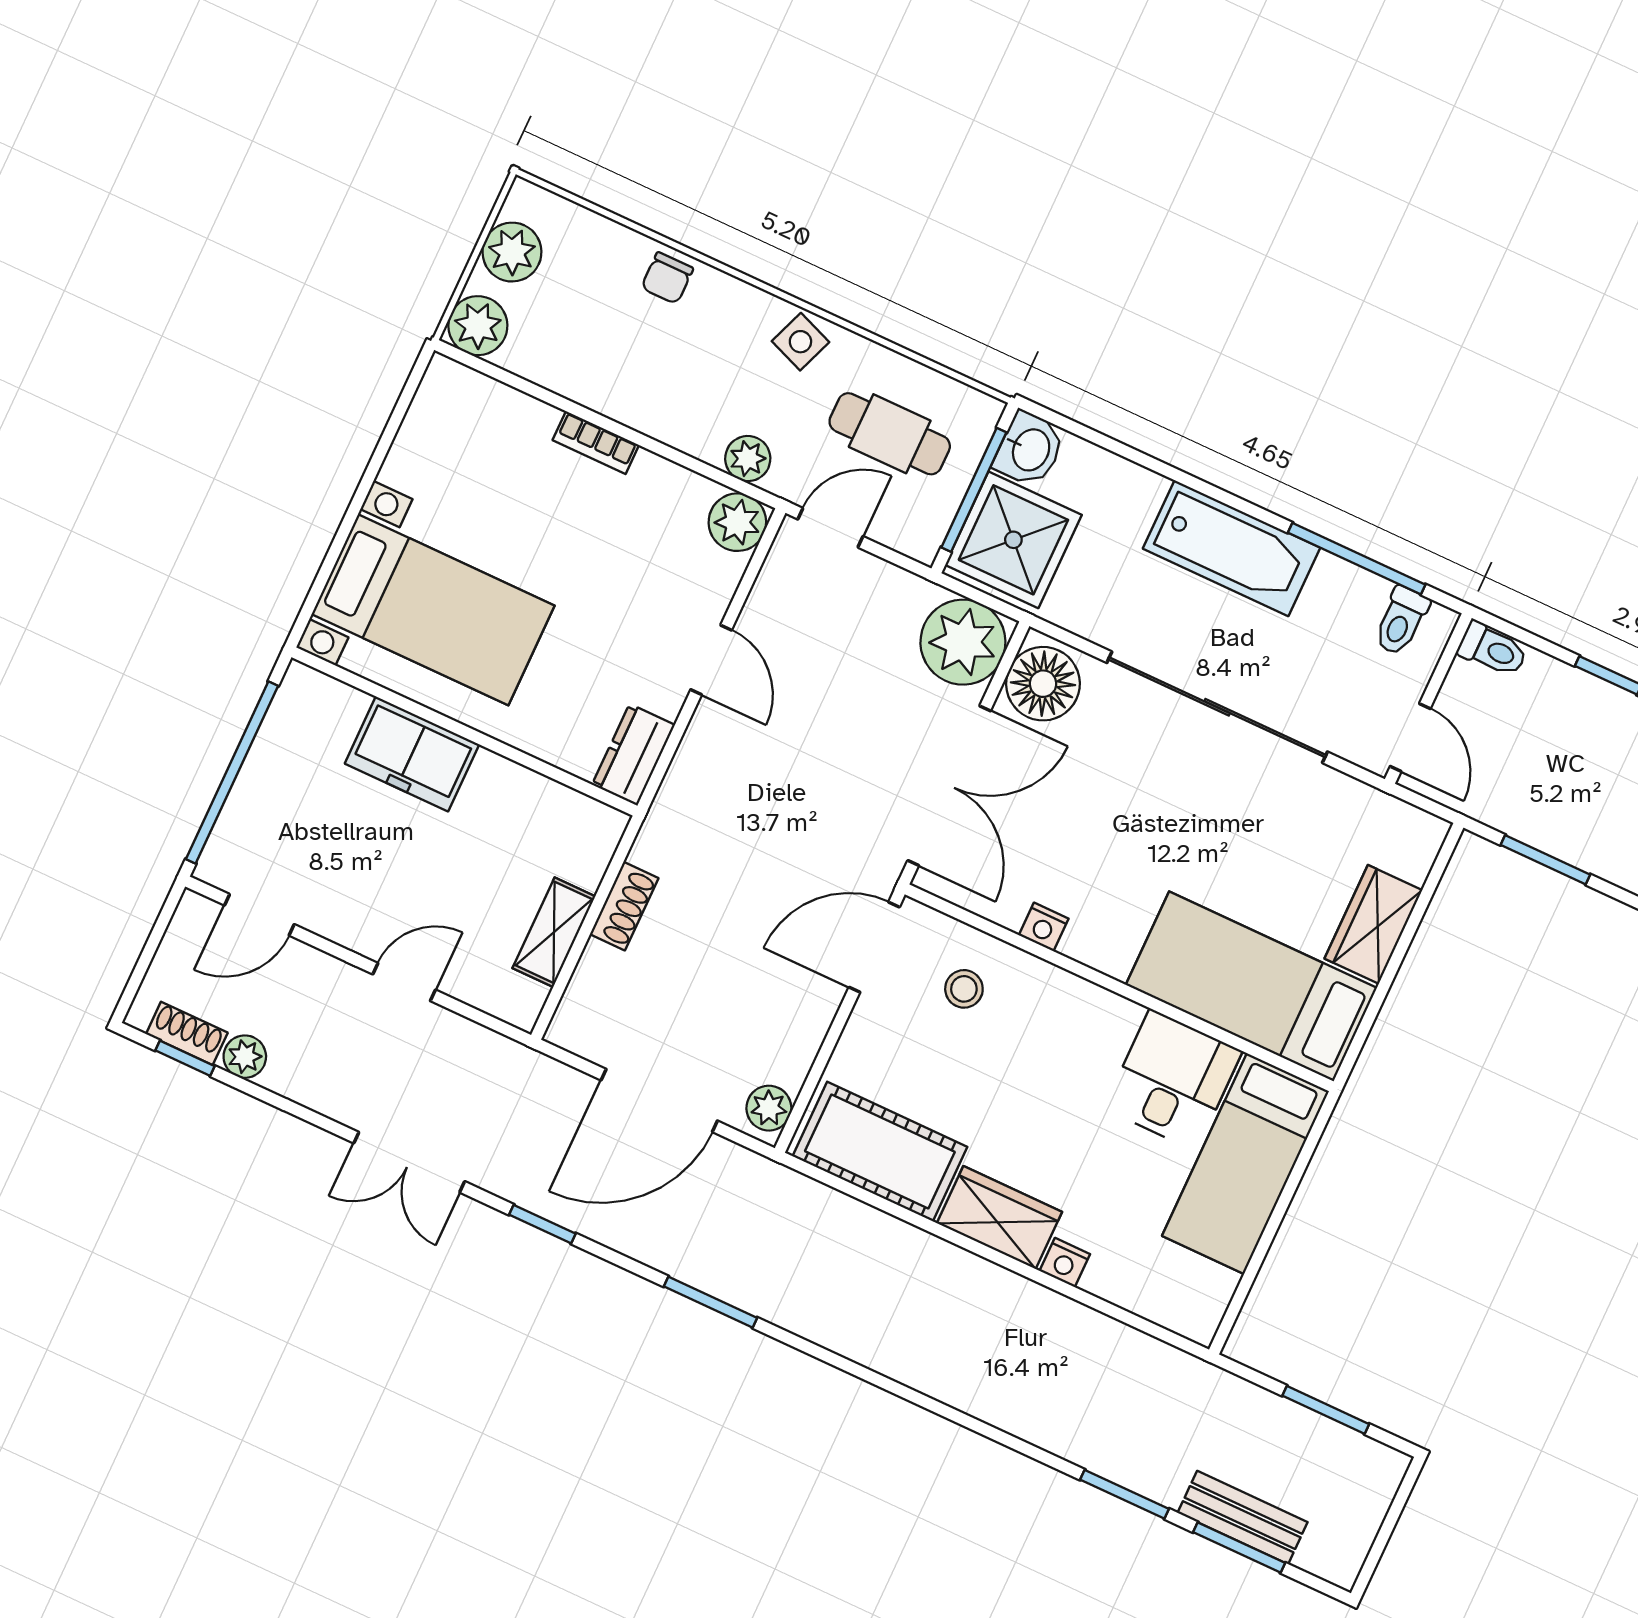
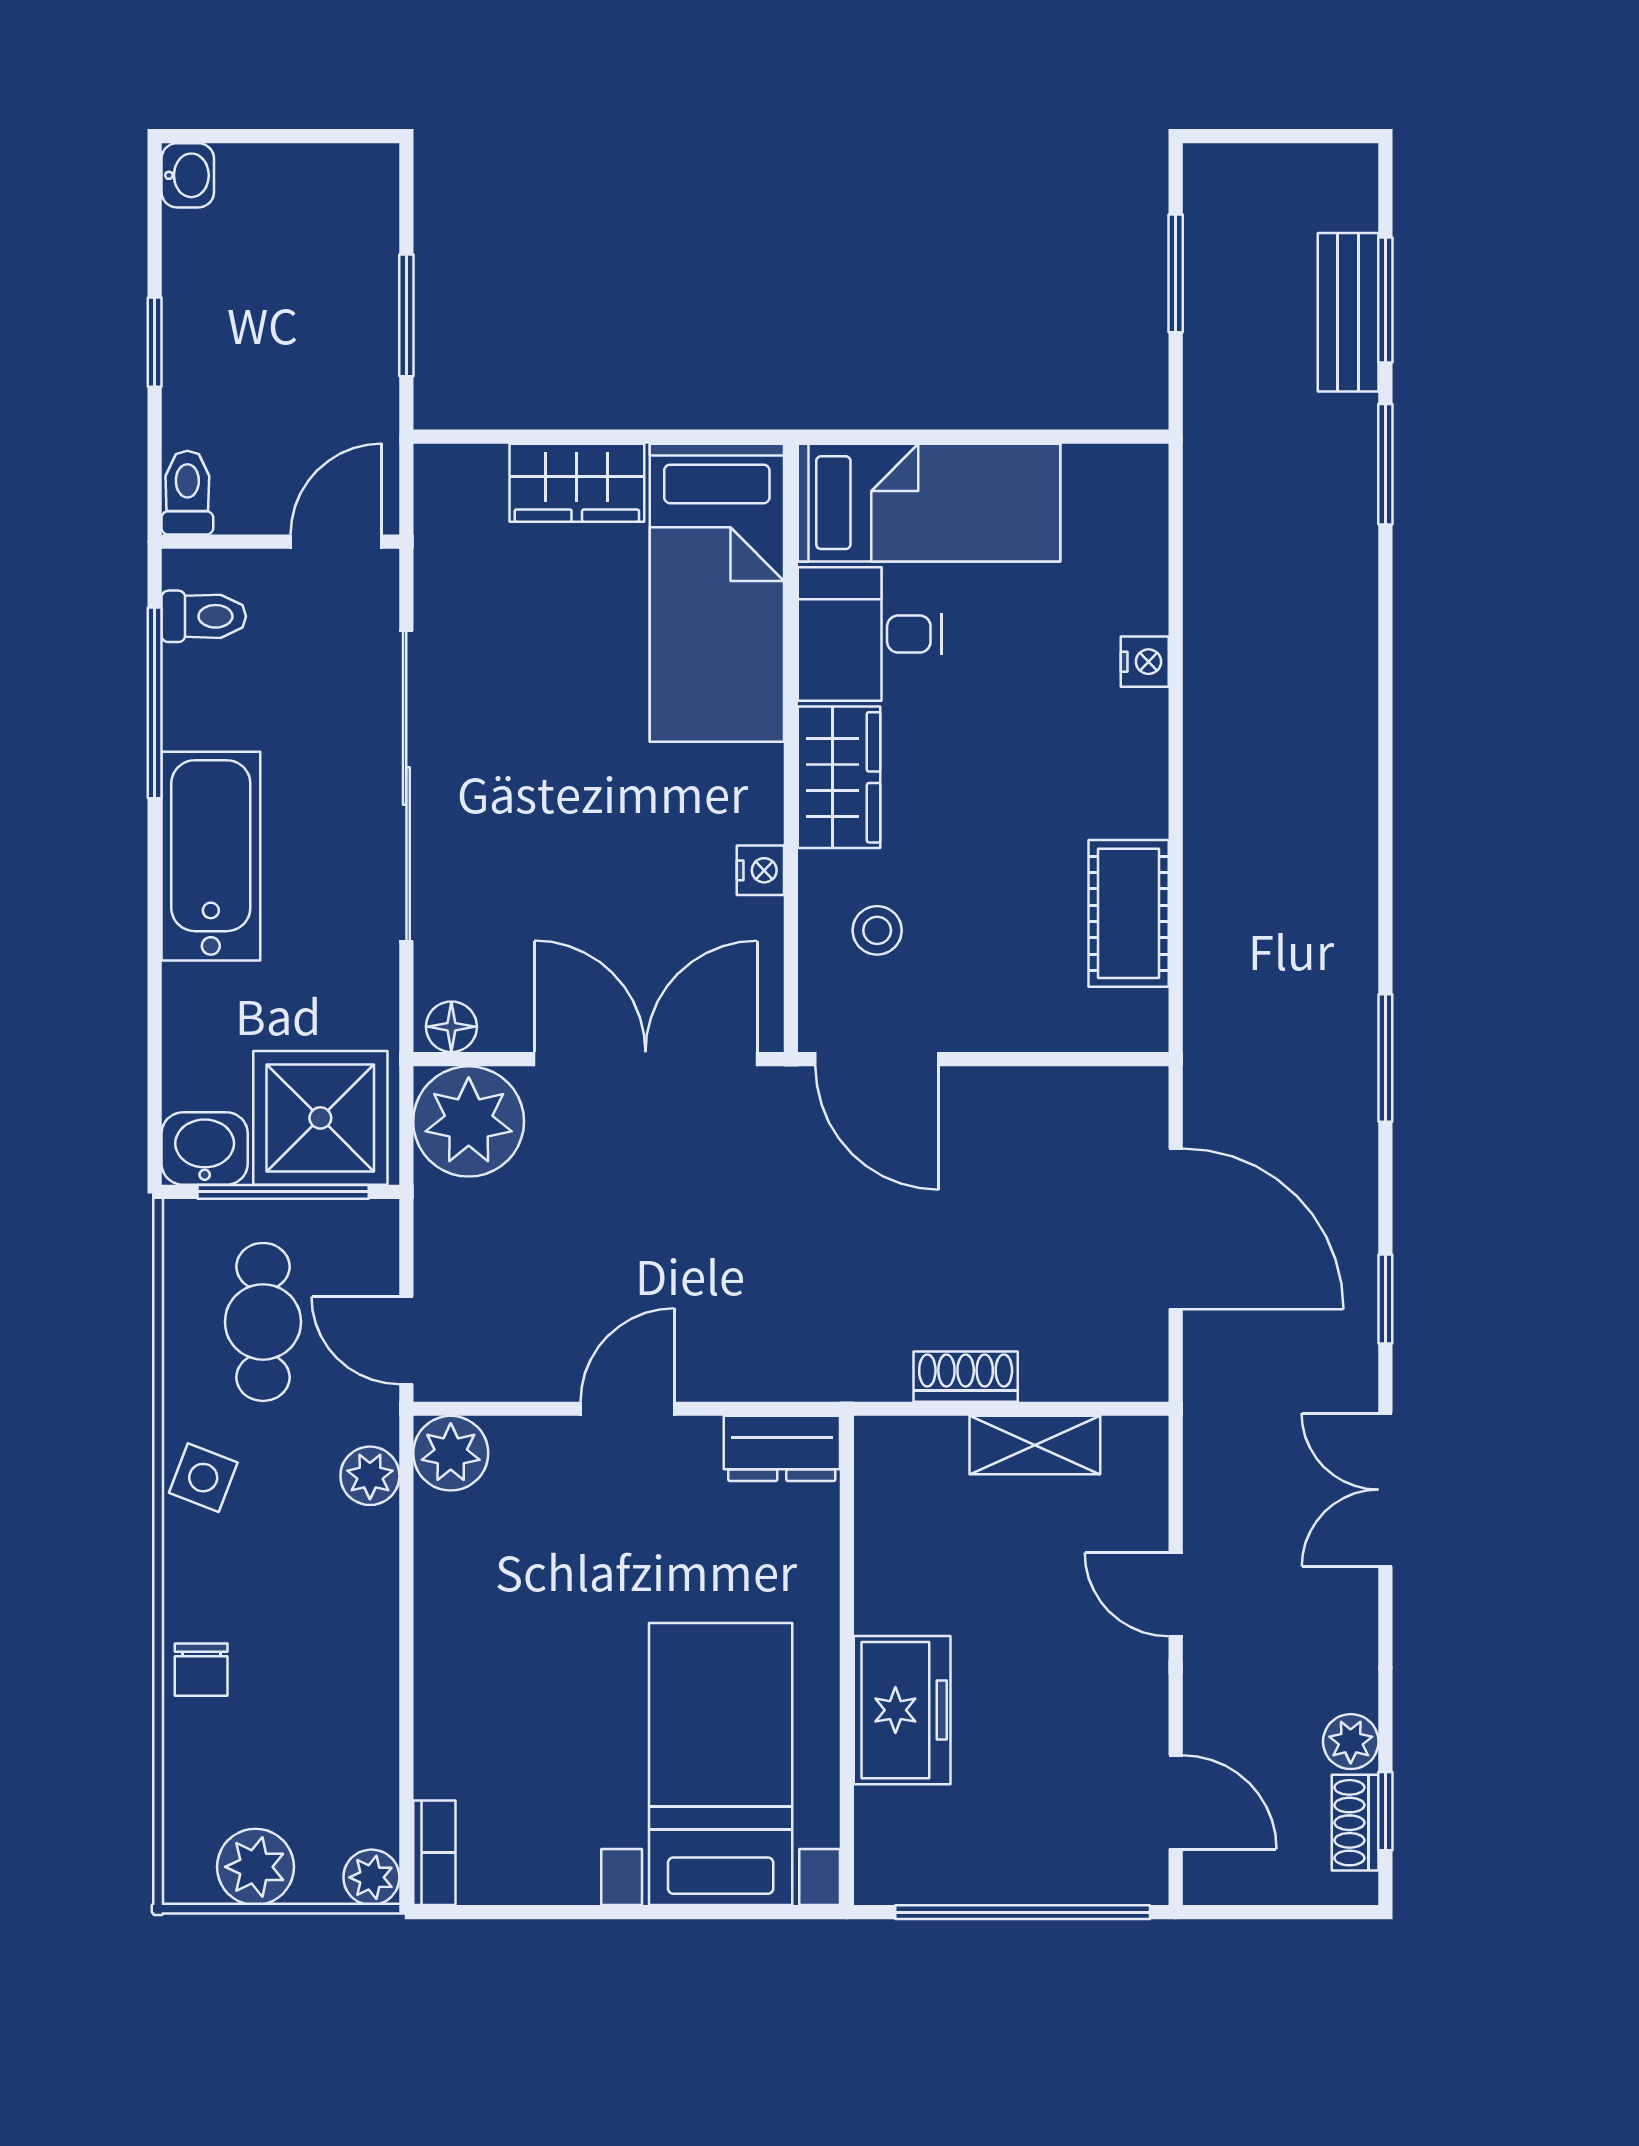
chair: (667, 278) -> (201, 1670), turned 90
plant: (478, 326) -> (371, 1877), width x0.73, depth x0.73
bookcase: (596, 443) -> (434, 1853), moved
floor lamp: (1043, 684) -> (451, 1027), width x0.53, depth x0.53
plant: (769, 1108) -> (1125, 1095), removed
cot: (880, 1152) -> (1129, 913), width x0.73, depth x0.75
double door: (409, 1162) -> (1385, 1490), swing flipped
wardrobe: (999, 1218) -> (839, 777), moved, turned 180

